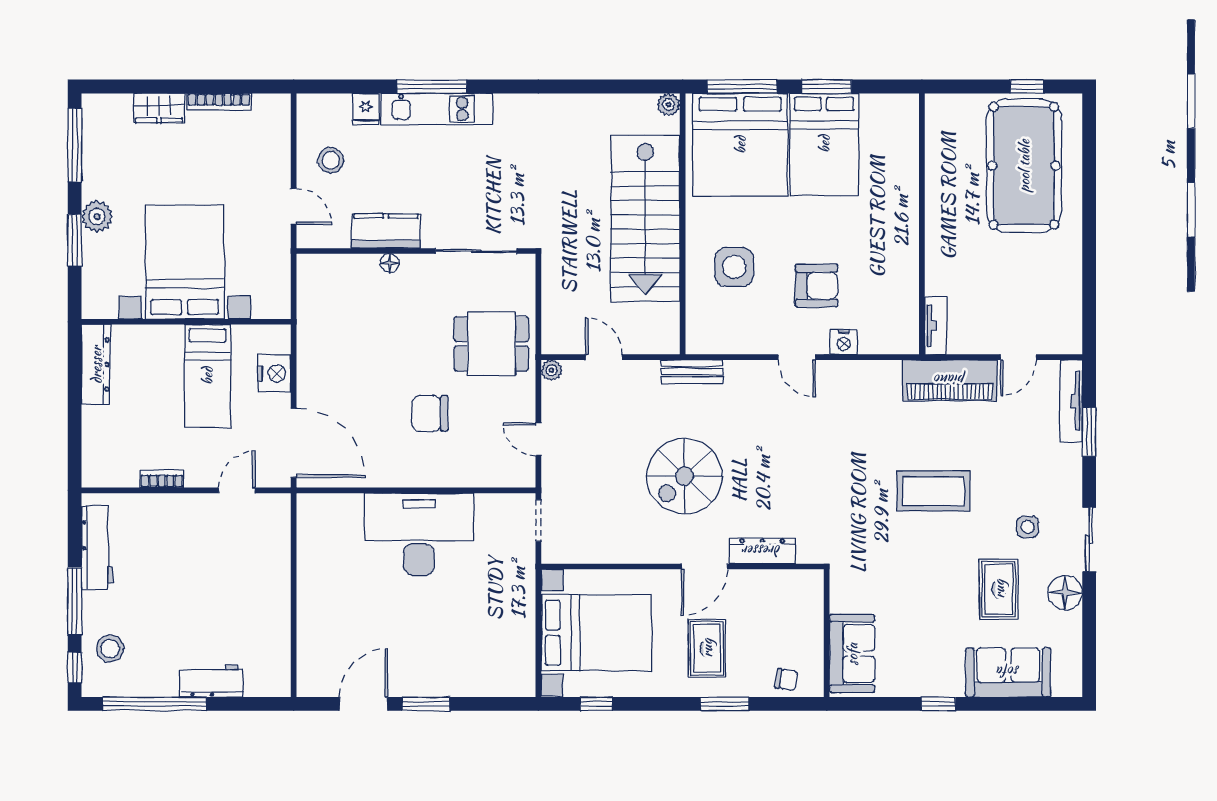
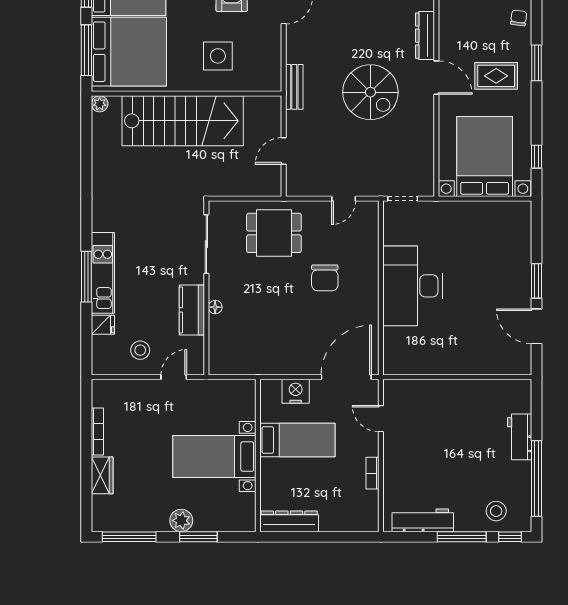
bed with nightstands: (185, 262) -> (214, 457), width x0.73
dining table: (491, 344) -> (274, 233), turned 90
plant: (552, 370) -> (293, 189), removed

